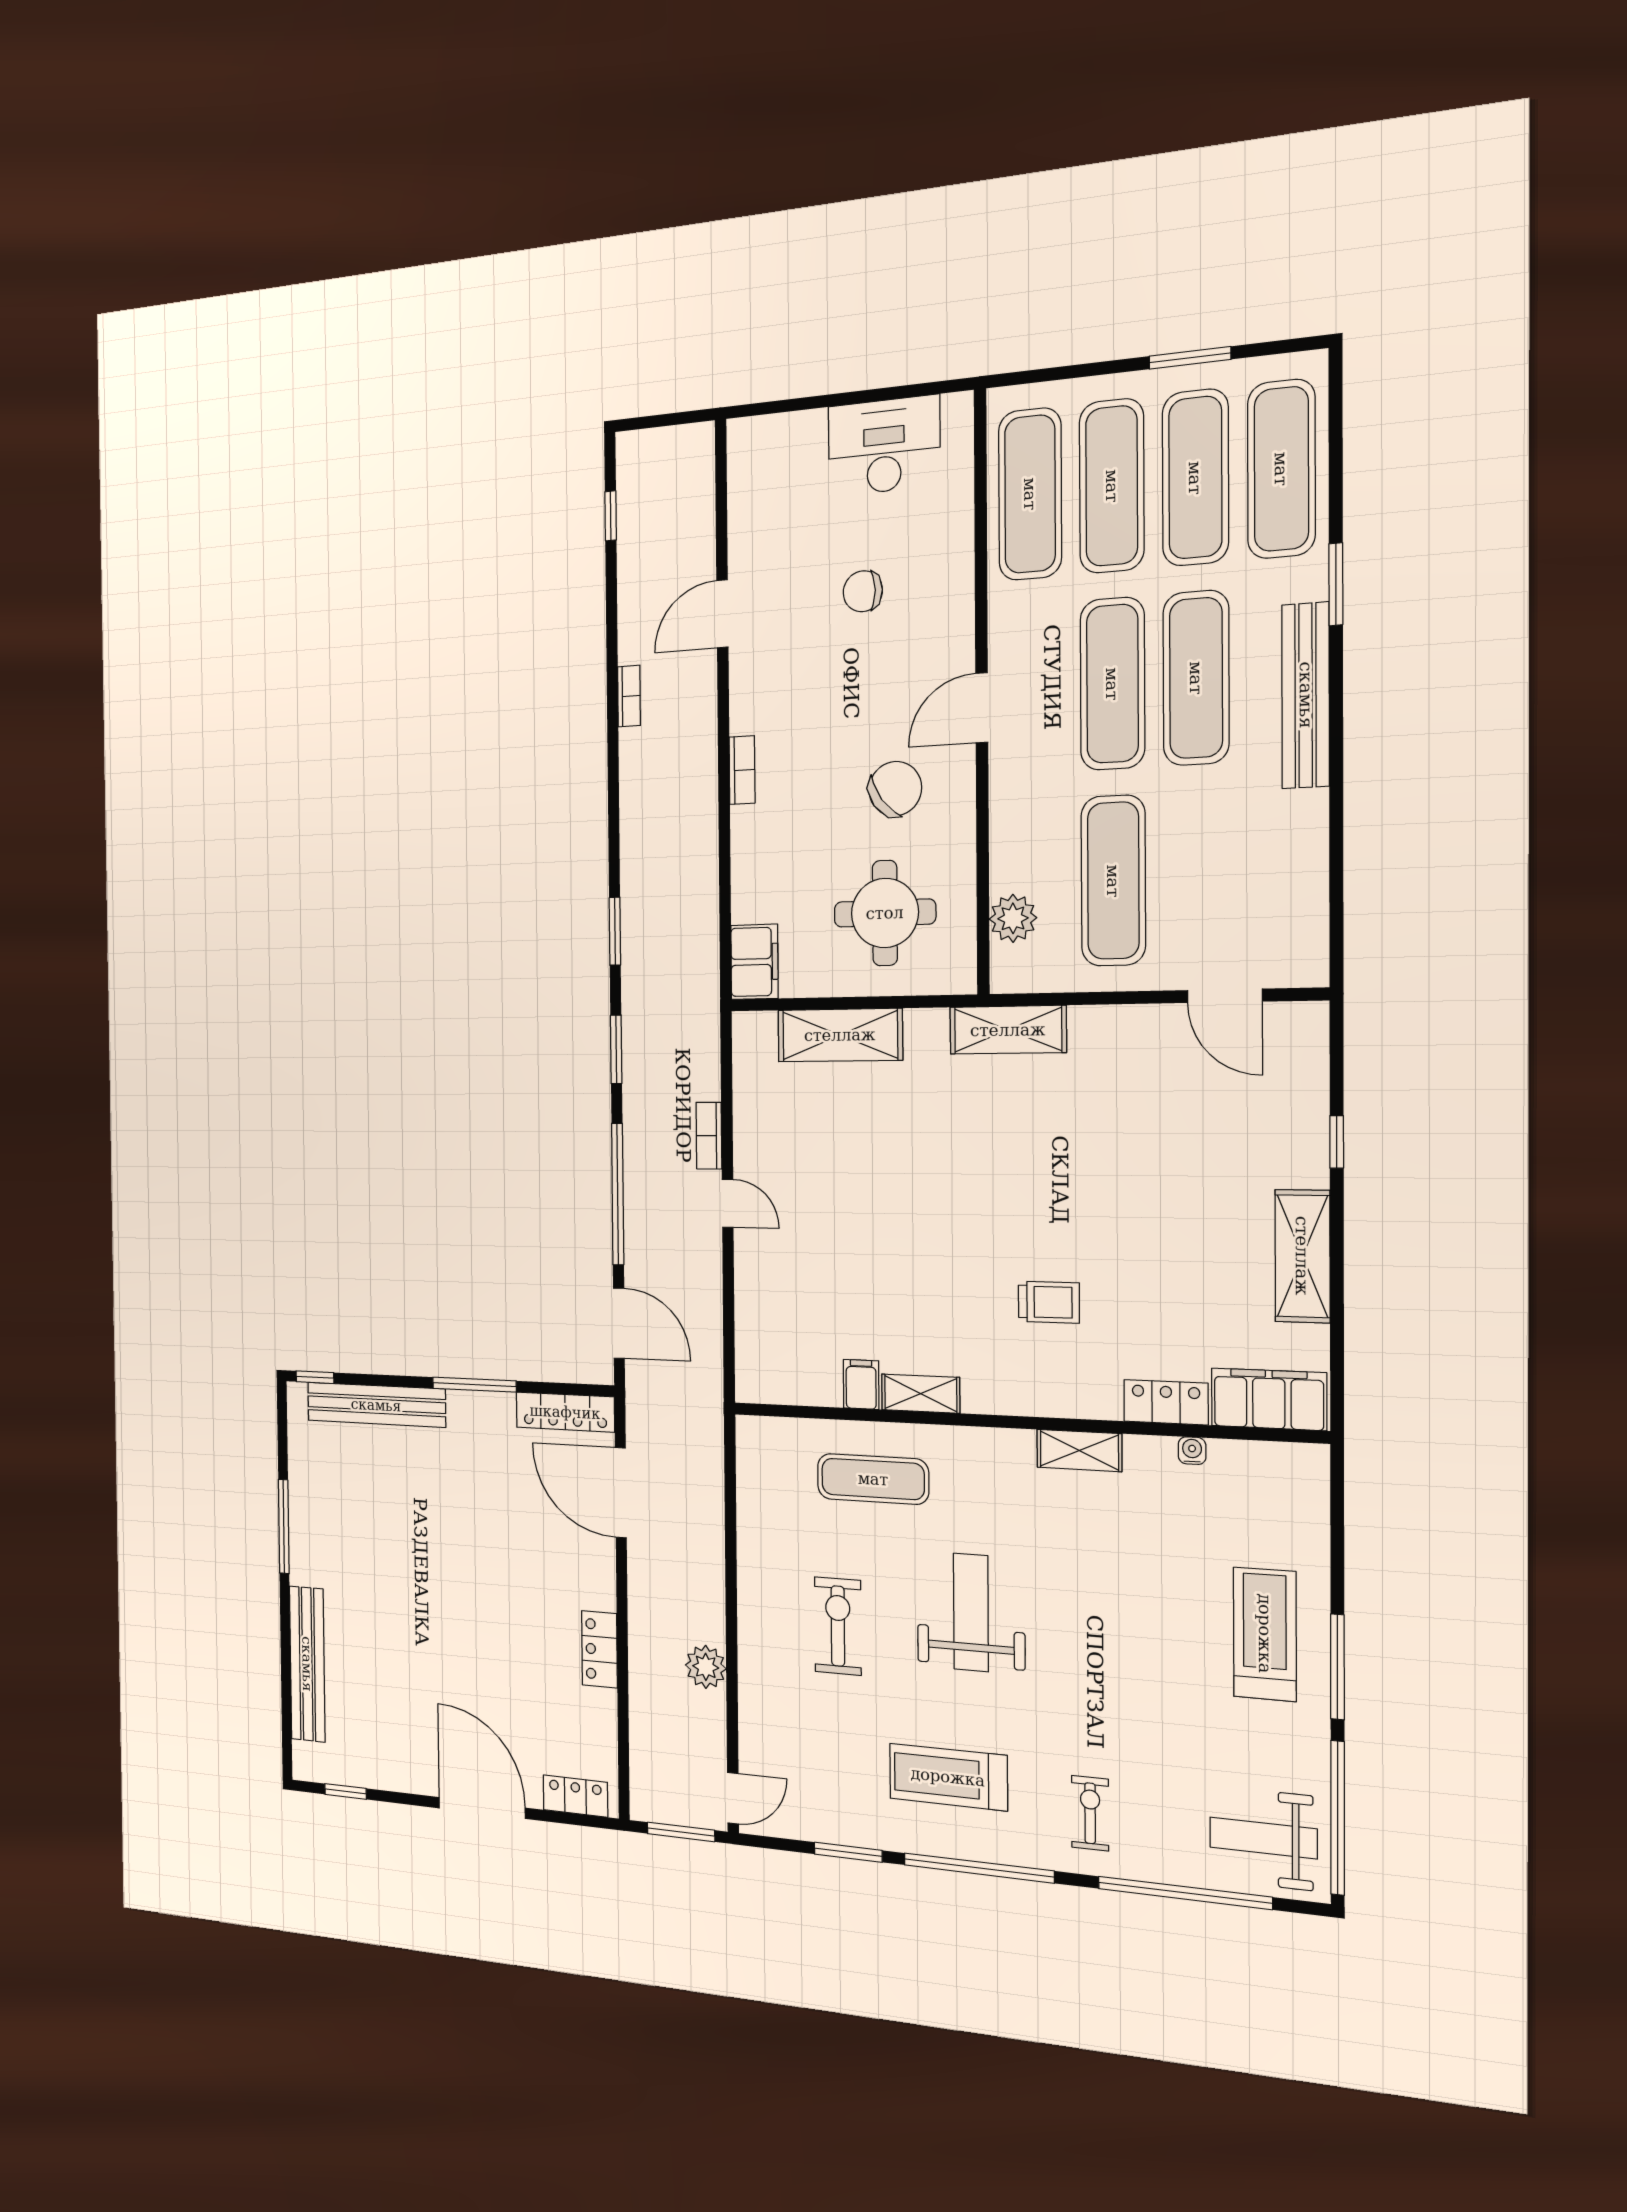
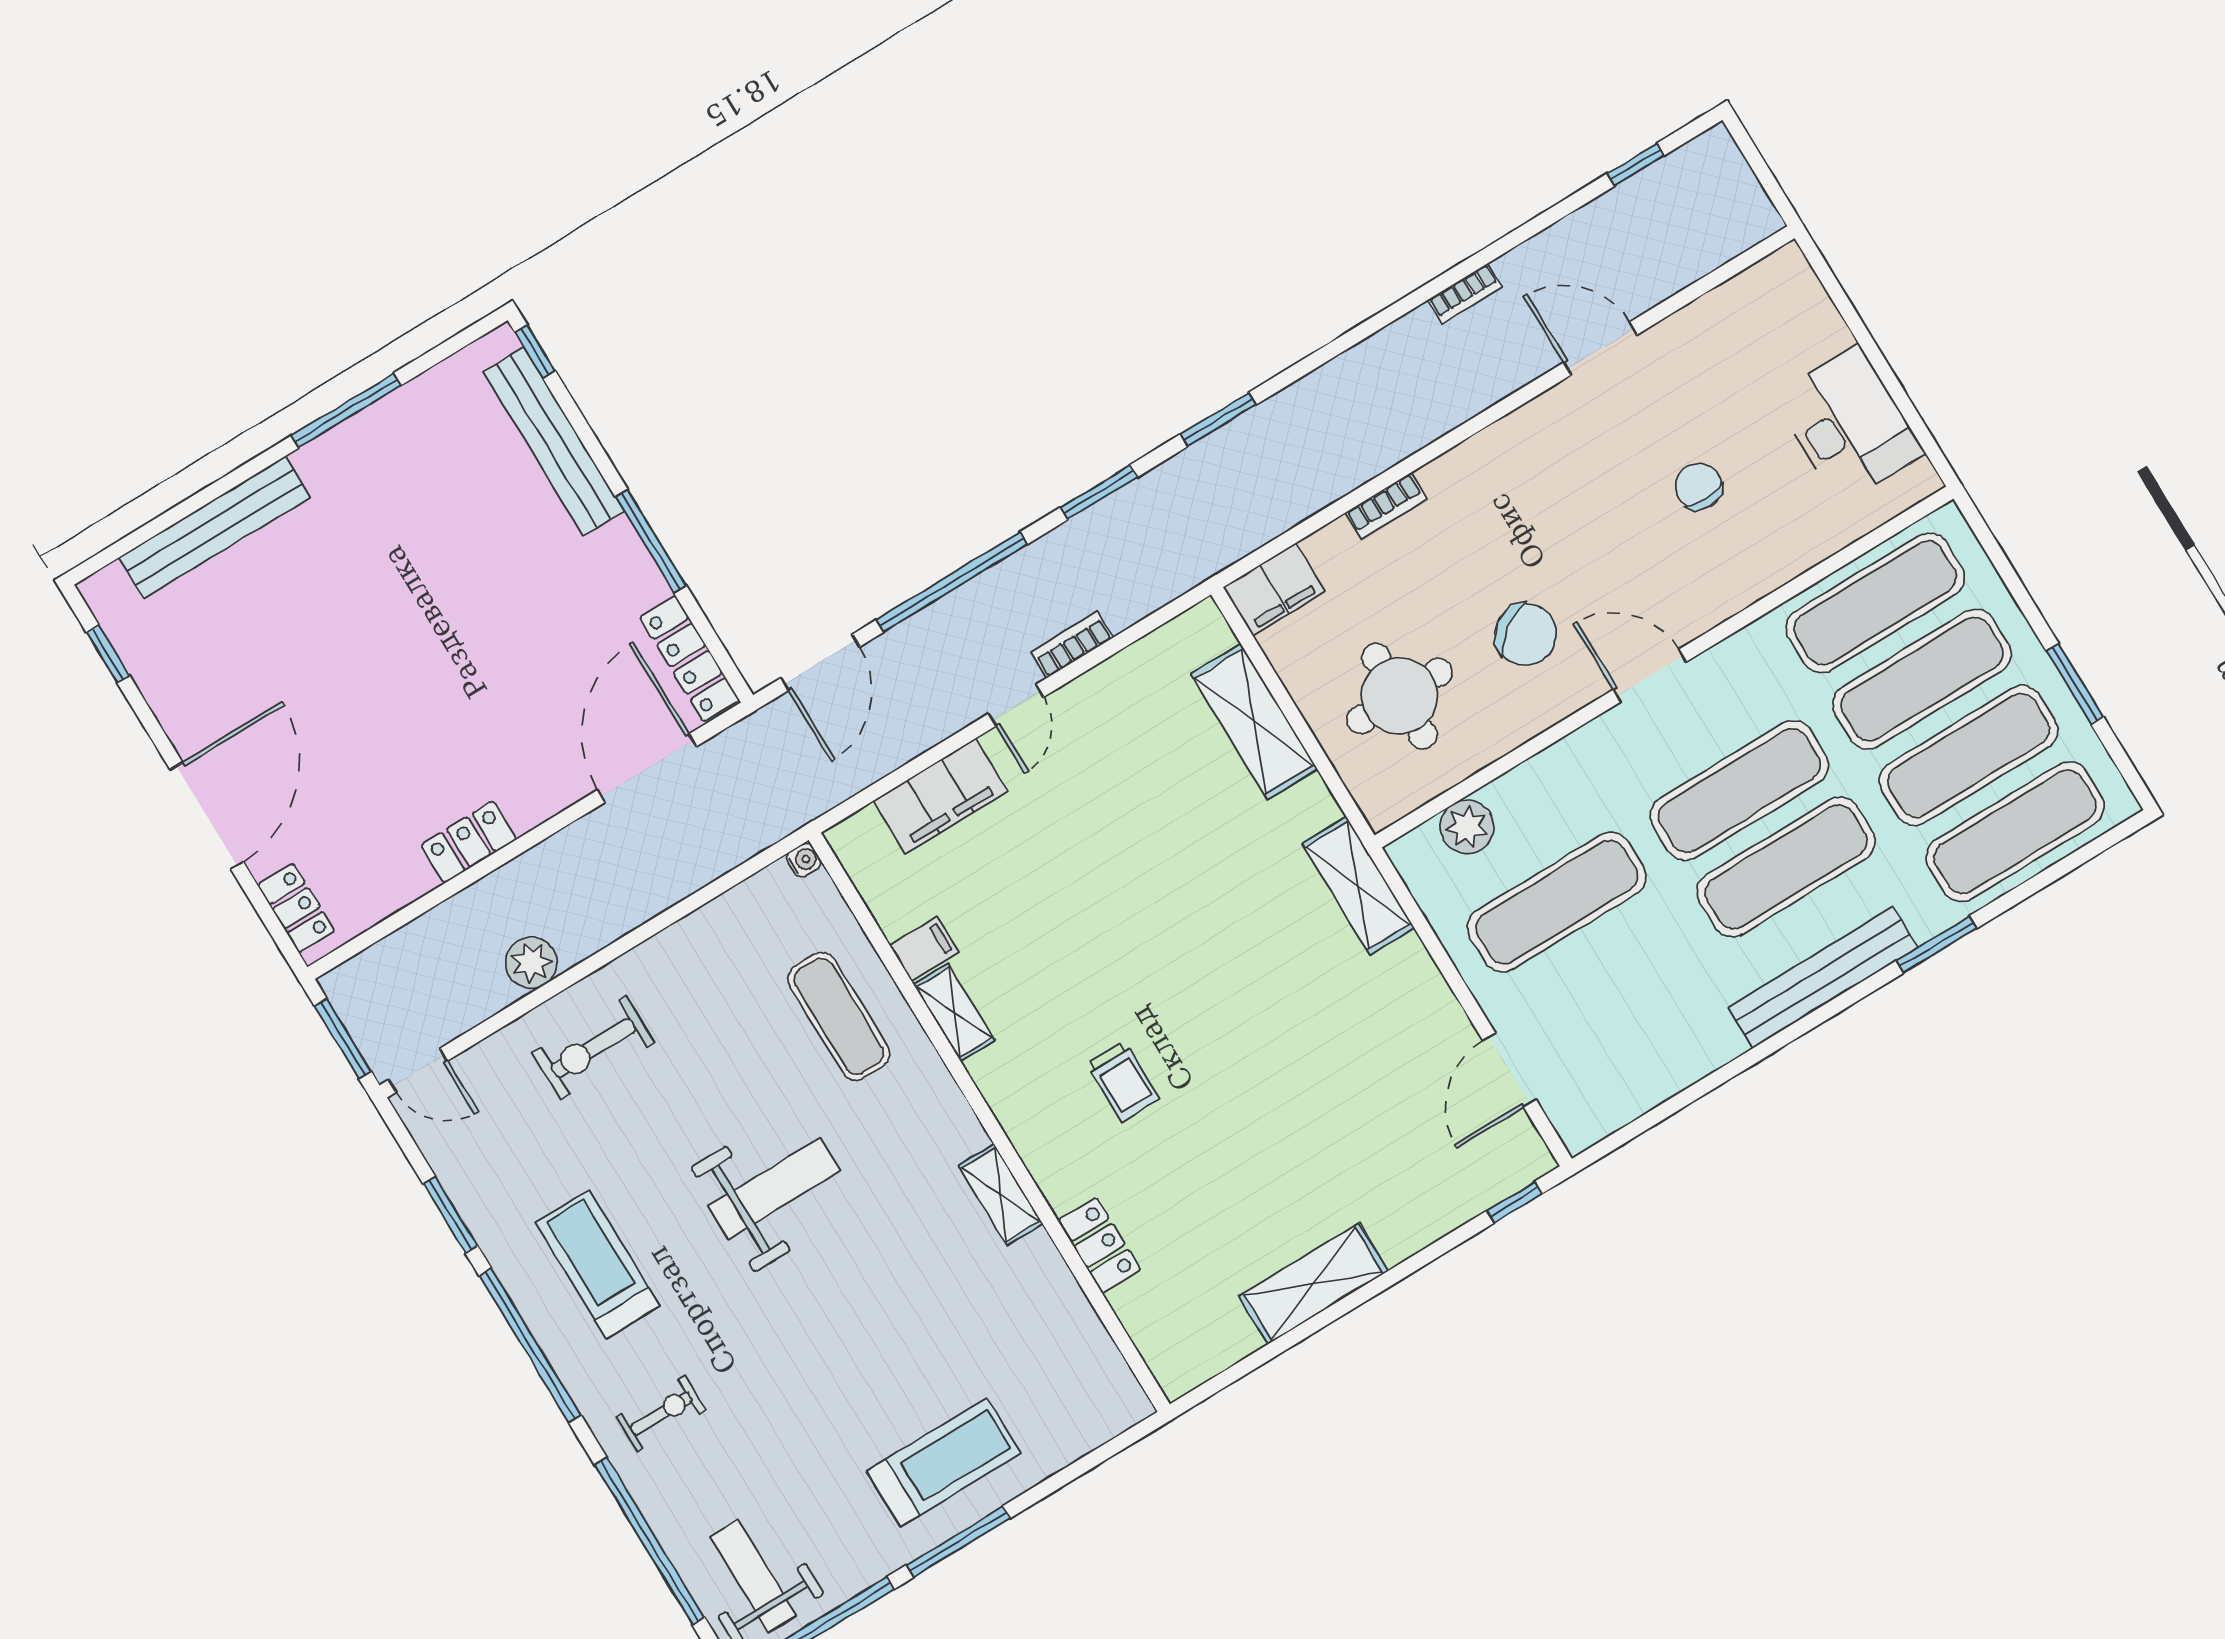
bookcase: (742, 770) -> (1386, 506), moved
window: (1337, 1142) -> (1514, 1202), moved
filing cabinet: (1269, 1399) -> (940, 796), moved, turned 90
water cooler: (1192, 1451) -> (804, 860), moved
exercise bike: (838, 1626) -> (593, 1048), moved, turned 180

